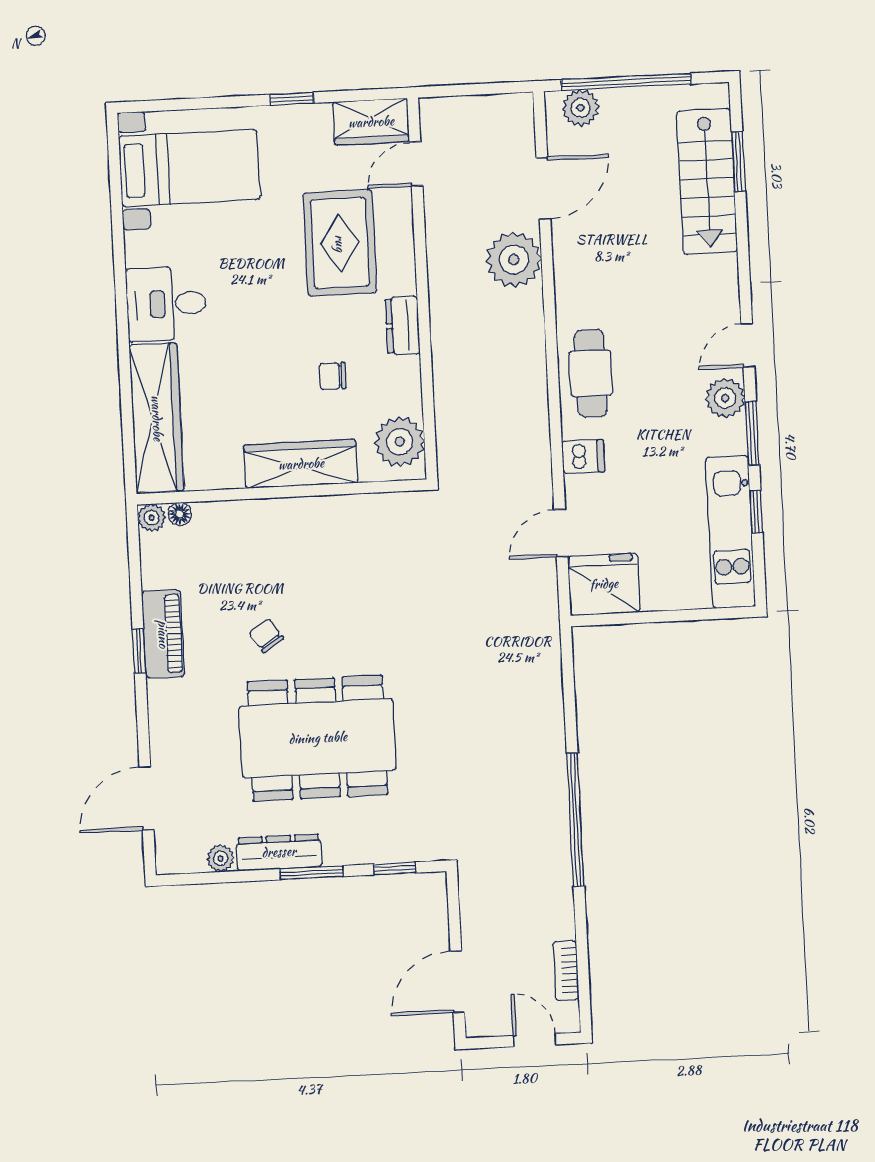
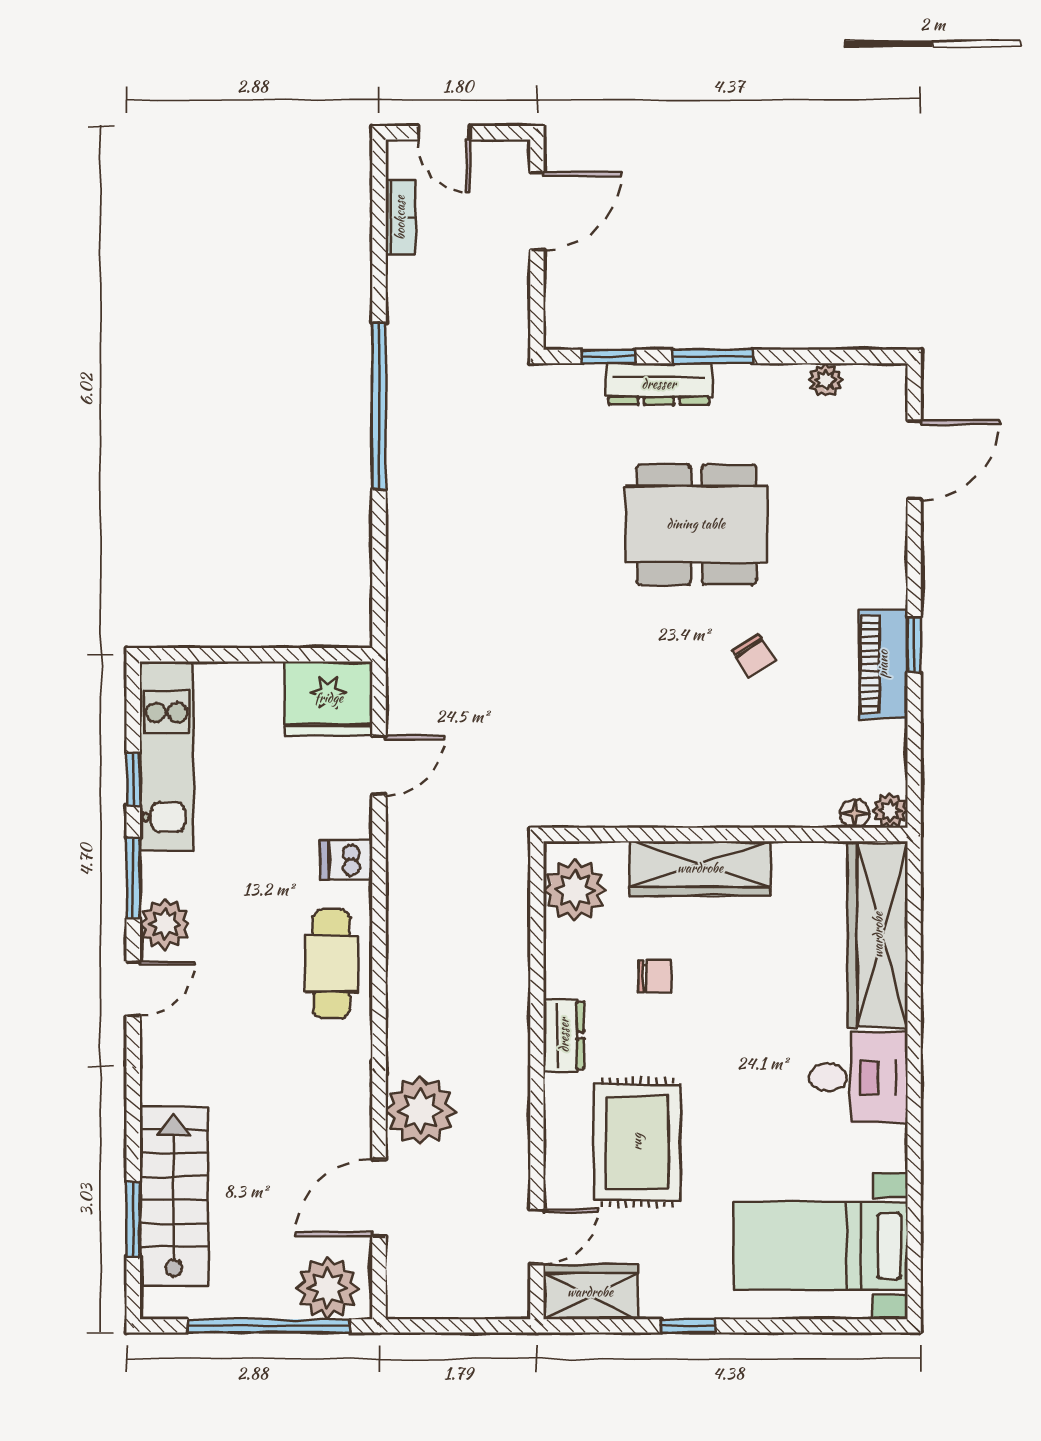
plant: (580, 108) -> (328, 1288), width x1.36, depth x1.36
dining table: (318, 738) -> (696, 524), width x0.73, depth x0.80
dresser: (279, 852) -> (659, 384), moved

